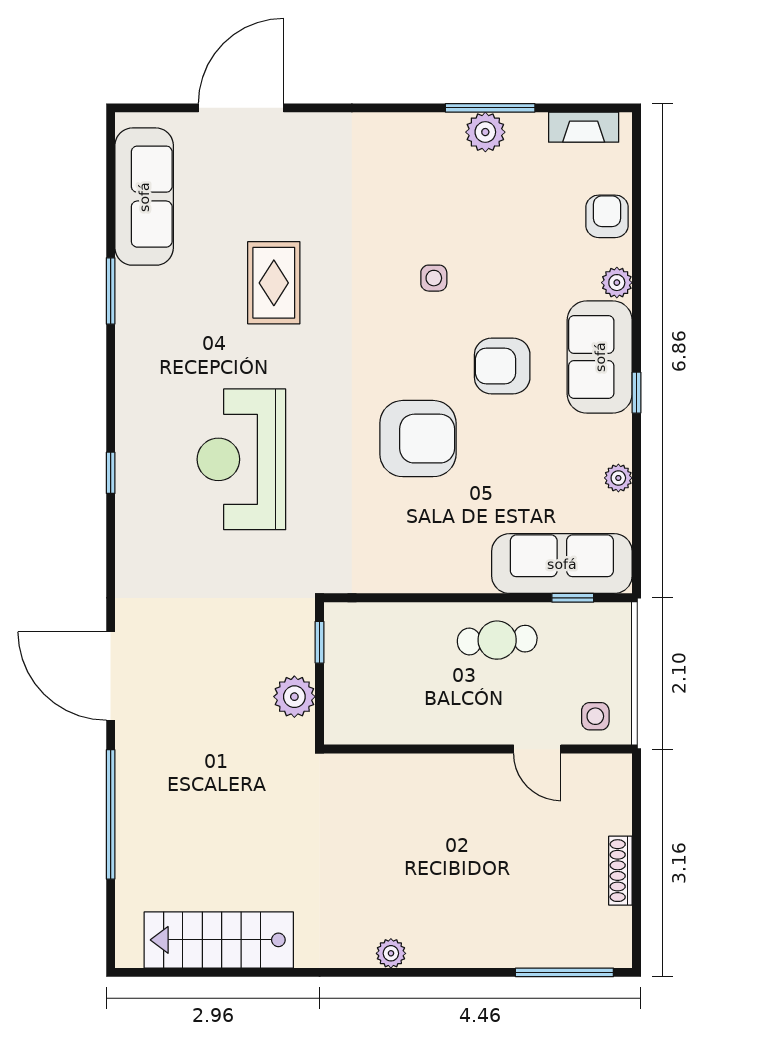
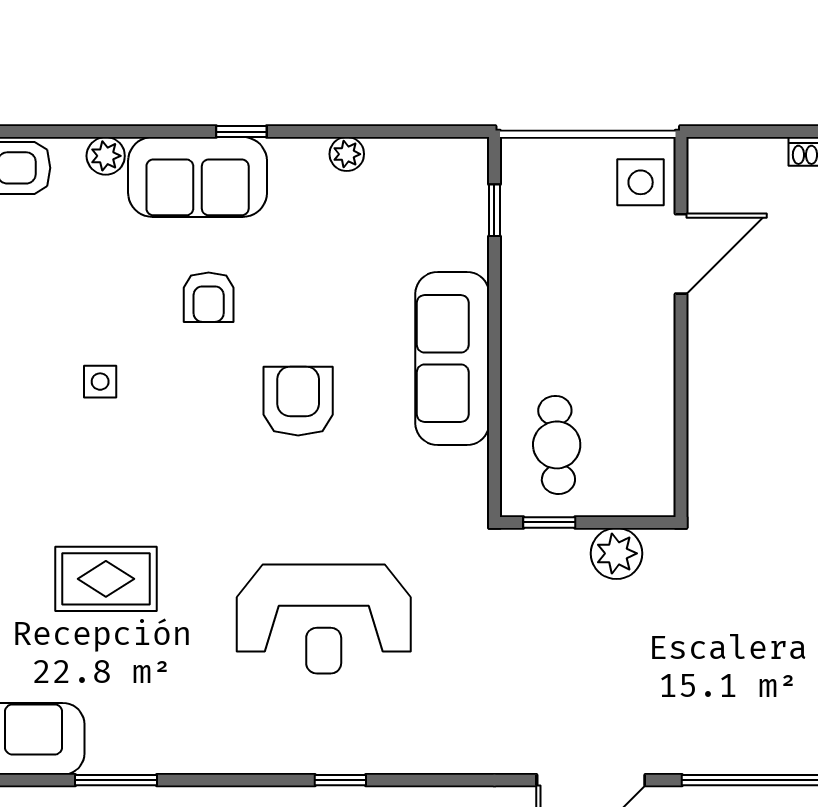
armchair: (502, 366) -> (209, 297), width x0.72, depth x0.72
armchair: (418, 439) -> (298, 401), width x0.73, depth x0.73
sofa: (562, 564) -> (452, 358), moved
cafe table: (497, 640) -> (557, 445), moved
side table: (595, 716) -> (641, 182), width x1.37, depth x1.37
door: (537, 749) -> (681, 254), width x1.38

